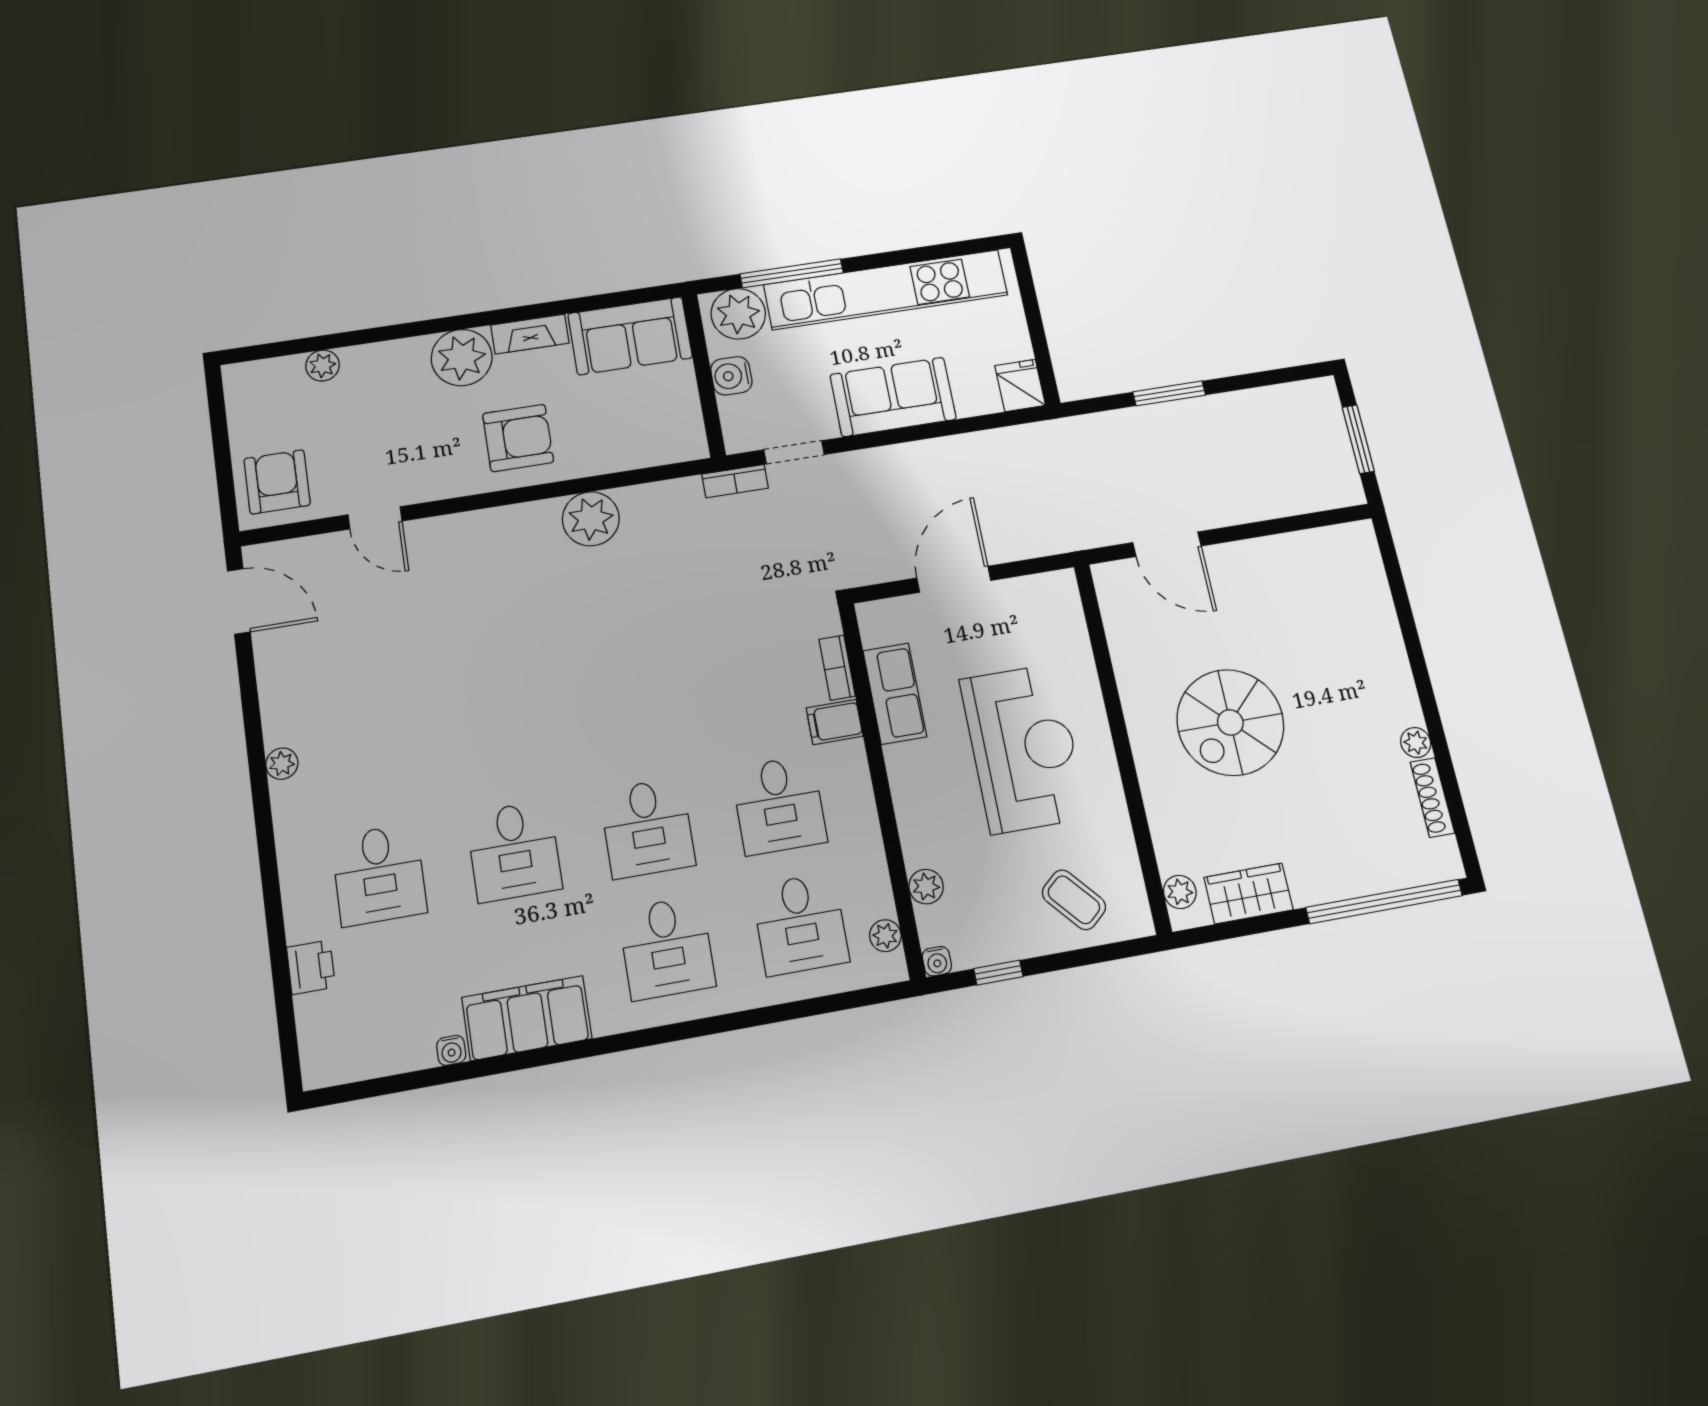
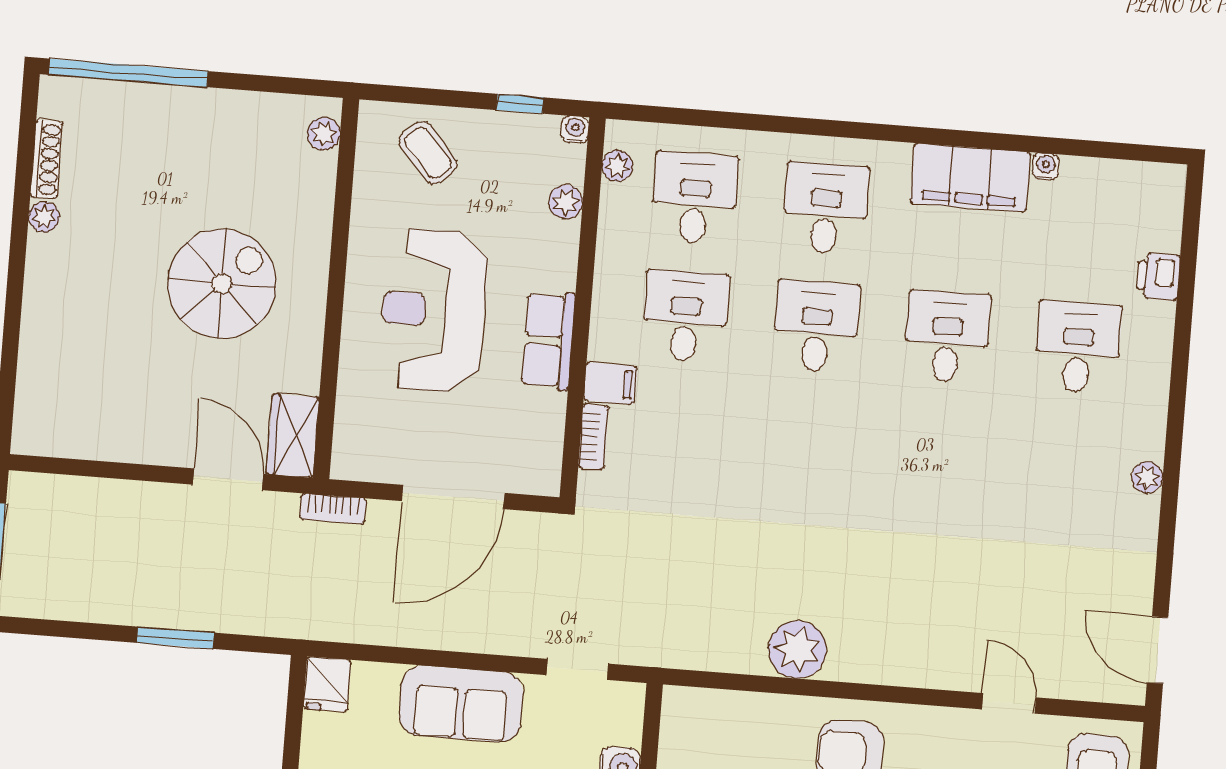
bookcase: (735, 481) -> (333, 509), moved, turned 180
door: (954, 579) -> (453, 497), width x1.36
row of seats: (895, 694) -> (548, 341), moved
wardrobe: (1248, 894) -> (293, 436), moved, turned 90

